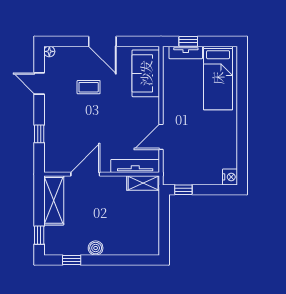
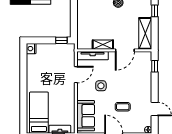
side table: (122, 120) -> (101, 86), added
window: (39, 134) -> (155, 66), moved
shelving: (143, 183) -> (103, 45), moved

